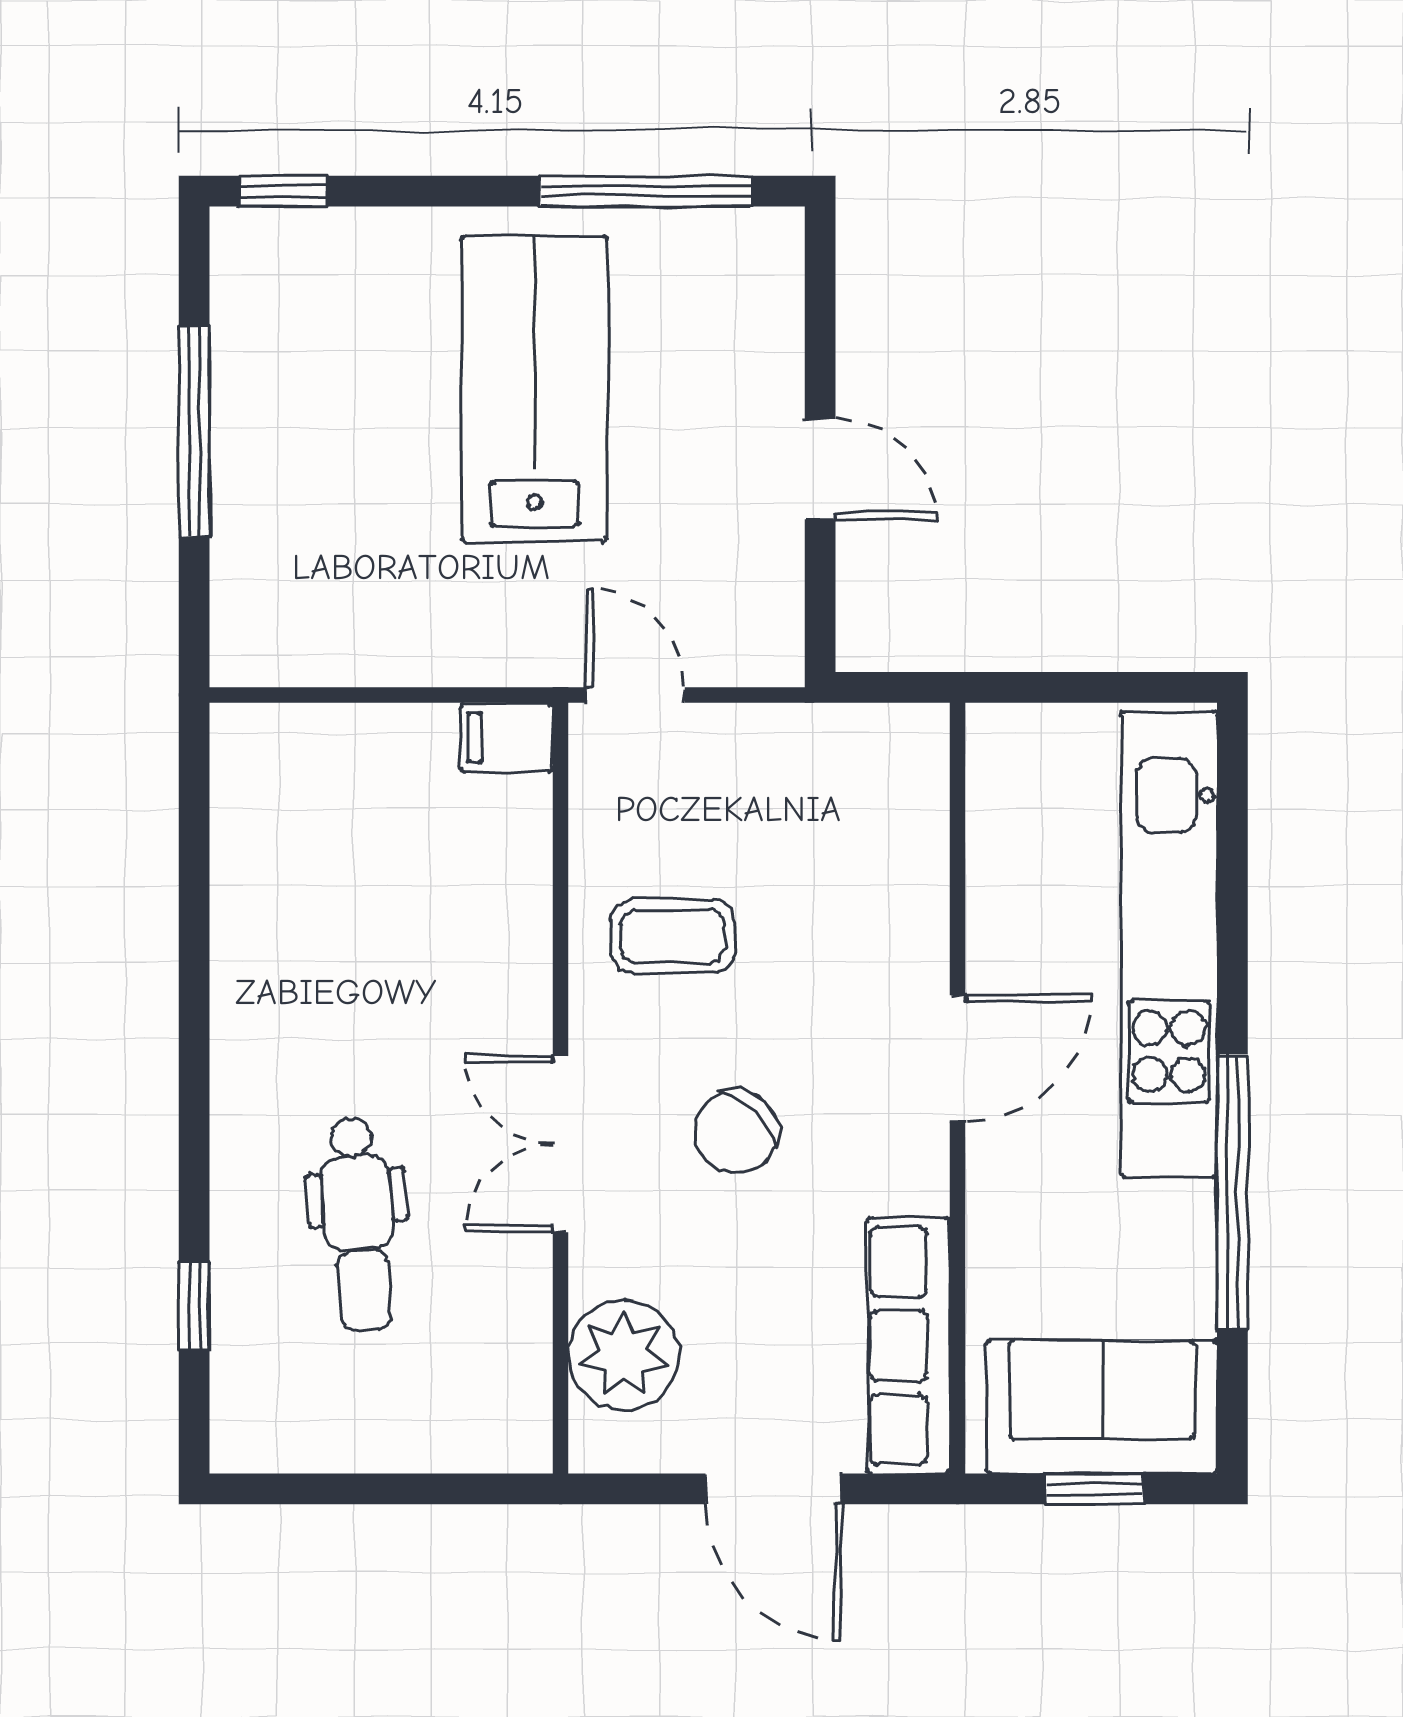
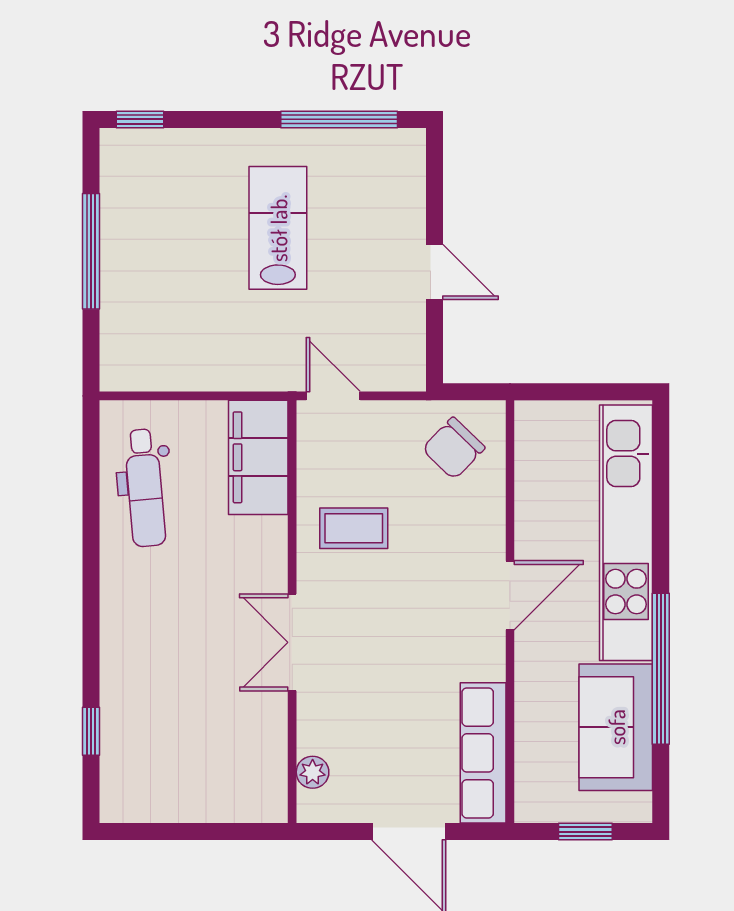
lab bench: (535, 389) -> (278, 228), width x0.73, depth x0.72
filing cabinet: (507, 737) -> (258, 457), width x3.00, depth x1.17
chair: (737, 1132) -> (453, 448), moved
dental chair: (359, 1224) -> (145, 488), moved
plant: (624, 1355) -> (313, 772), width x0.53, depth x0.53
sofa: (1102, 1407) -> (616, 727), moved, turned -90

